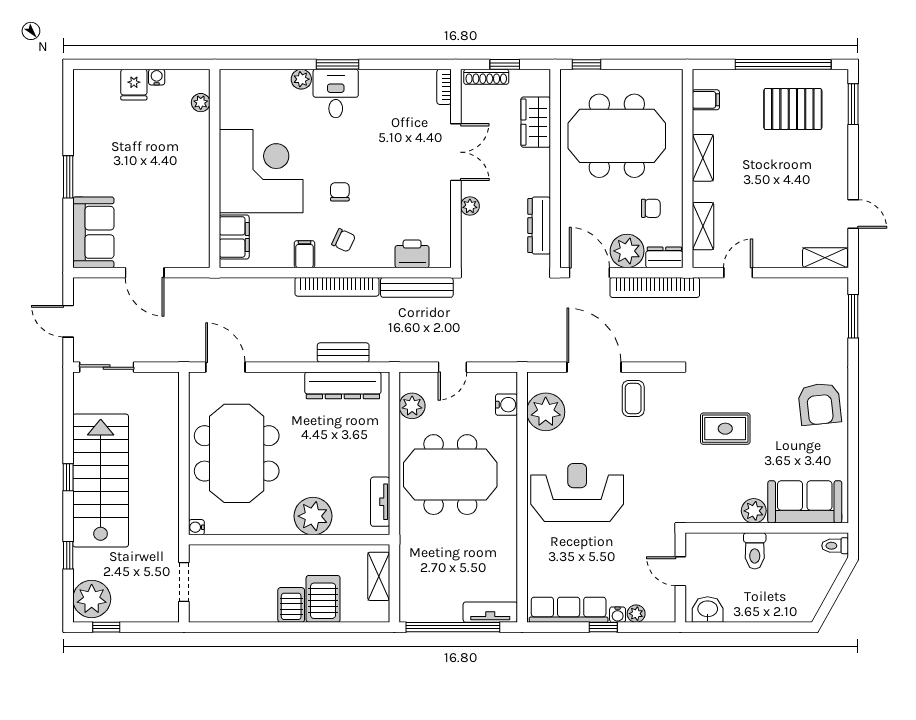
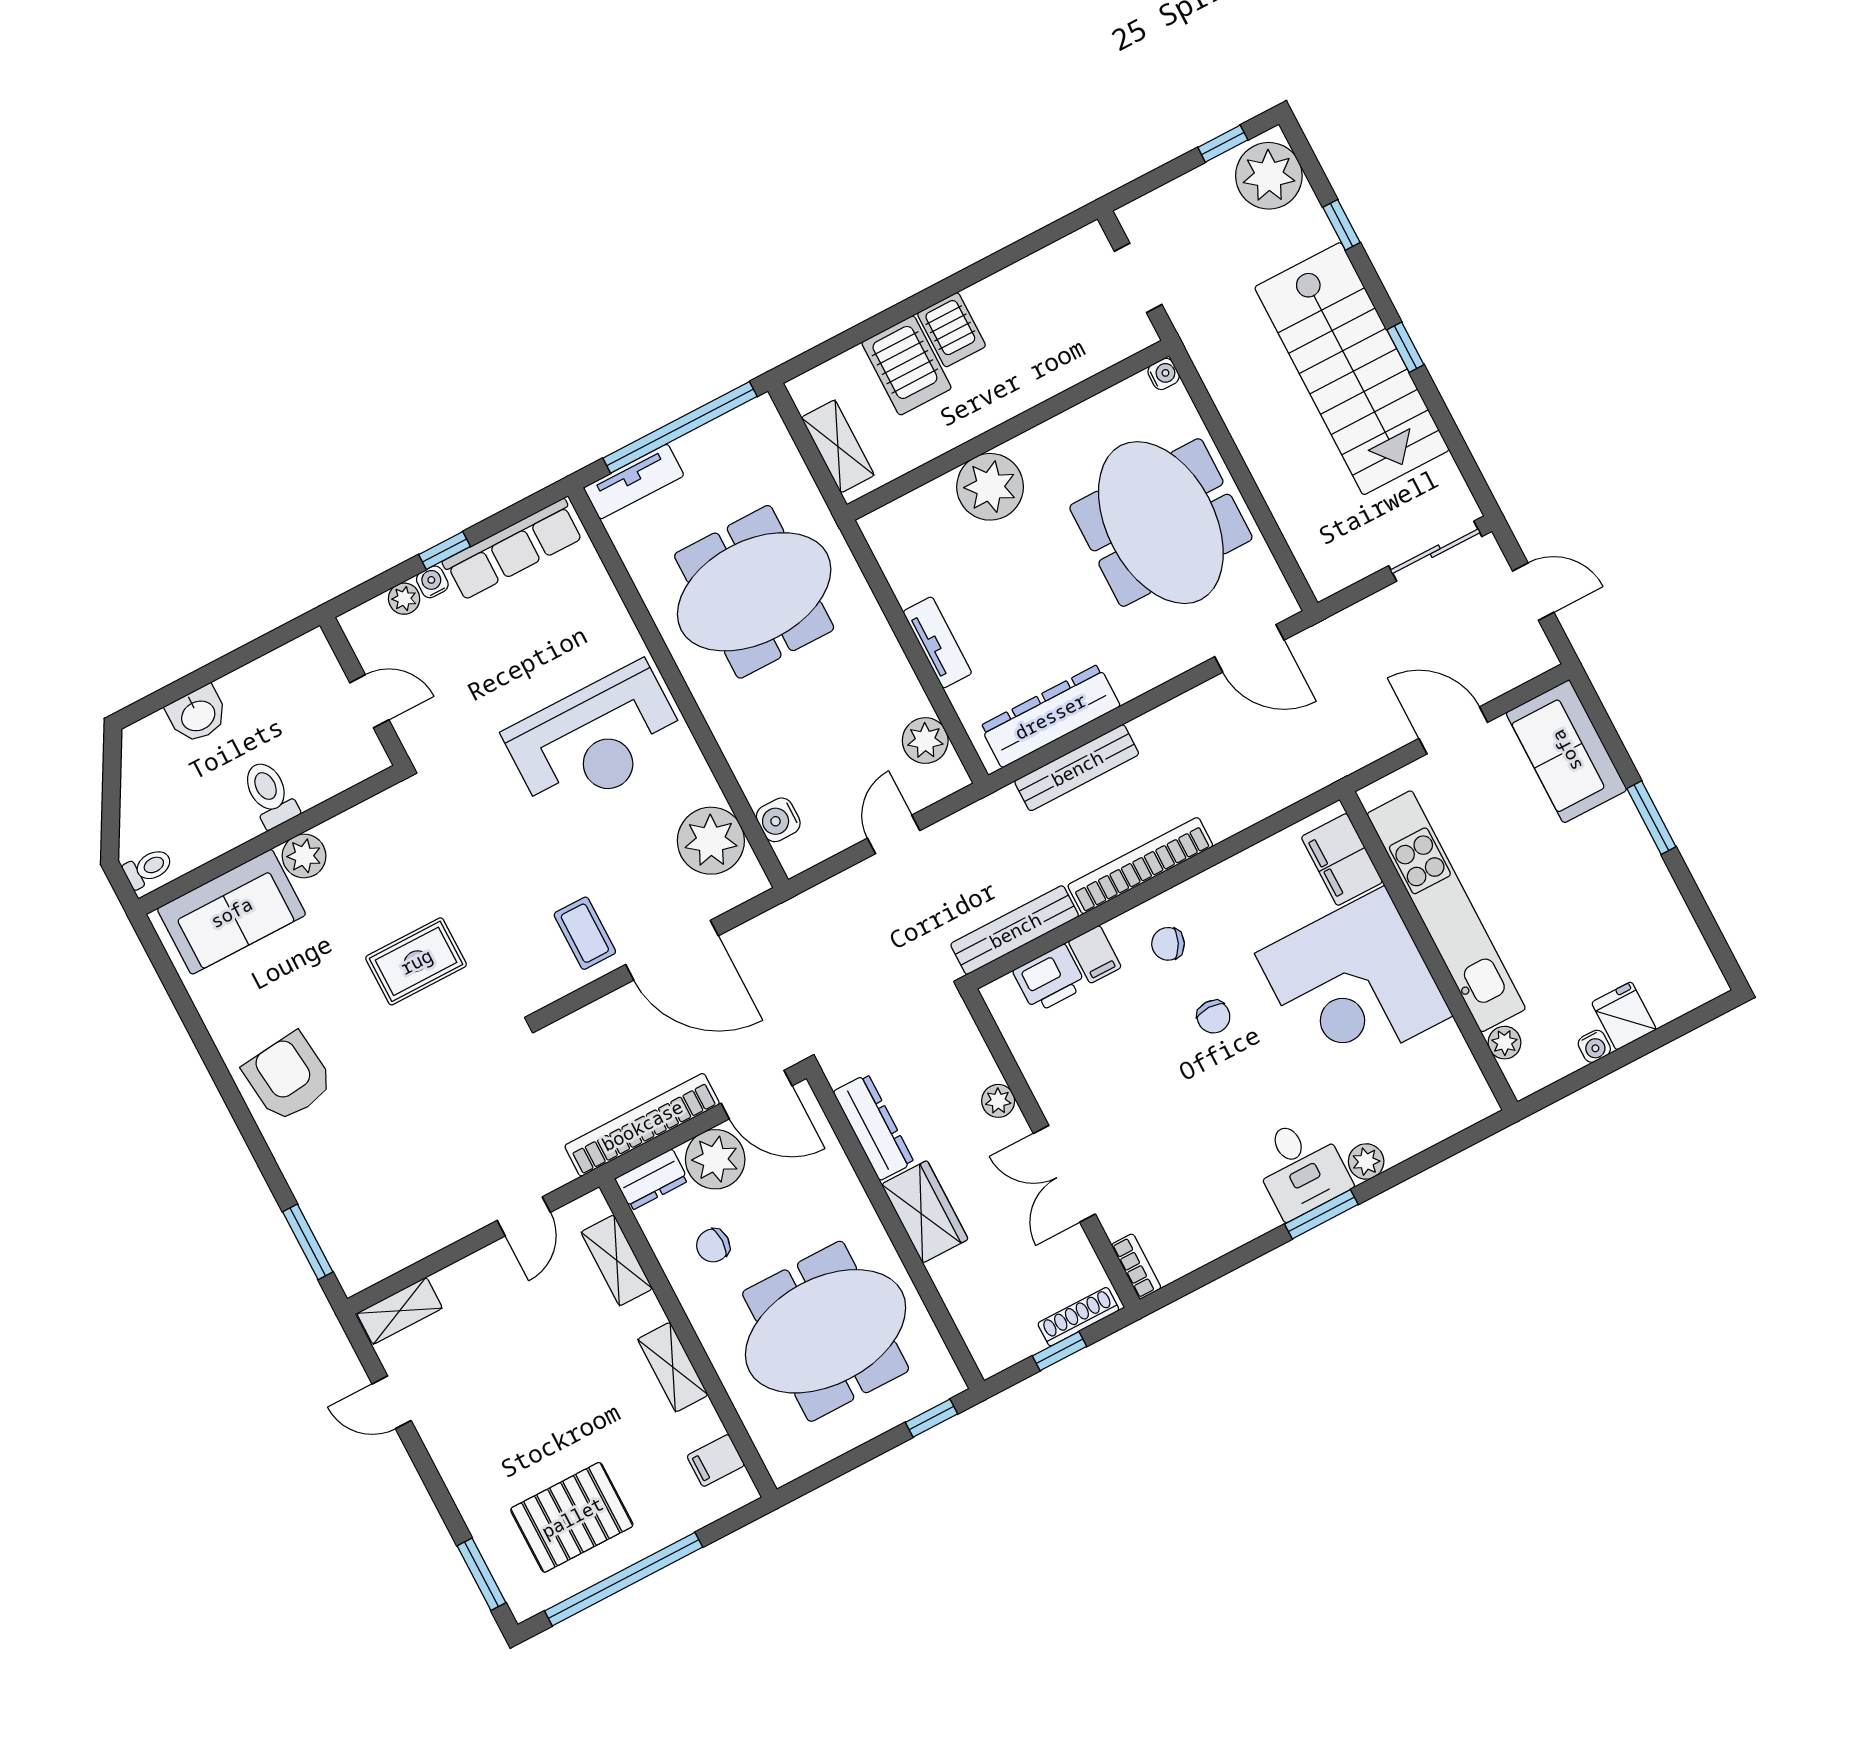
wardrobe: (536, 122) -> (925, 1212), moved
kitchen unit: (195, 184) -> (1446, 911), added
filing cabinet: (305, 254) -> (1095, 954), moved
bench: (343, 353) -> (1077, 768), width x1.36
meeting table: (450, 475) -> (754, 592), moved
tv unit: (380, 502) -> (937, 642), moved
washbasin: (708, 610) -> (198, 715), moved

